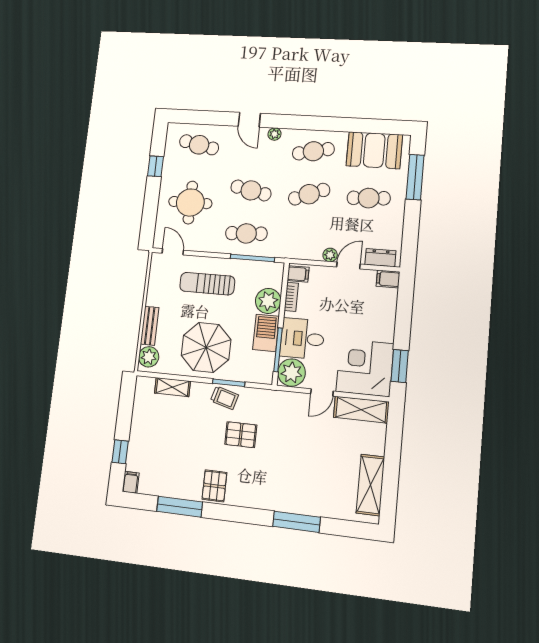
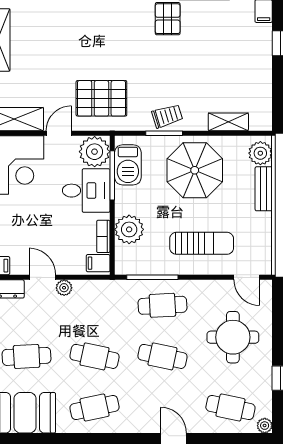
plant: (274, 134) -> (265, 426), moved
cafe table: (309, 194) -> (95, 356), turned 33
door: (348, 266) -> (42, 277), swing flipped
barbecue: (266, 333) -> (128, 165), moved
trolley: (224, 398) -> (167, 116), turned 147
pallet: (241, 435) -> (101, 98), moved, width x1.50, depth x1.42

